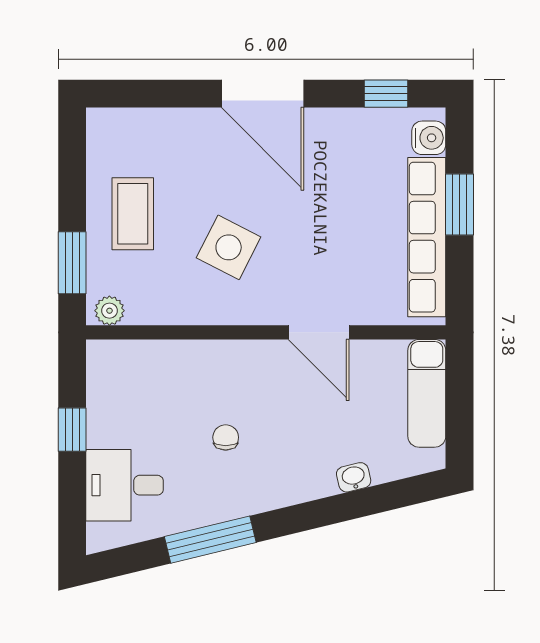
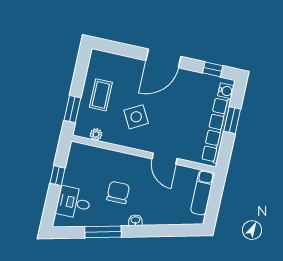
door: (263, 94) -> (163, 58), hinge flipped
side table: (229, 247) -> (136, 117), turned 34
plant: (109, 311) -> (96, 134), moved
chair: (226, 437) -> (118, 192), width x1.87, depth x1.87
washbasin: (354, 477) -> (135, 220), moved

